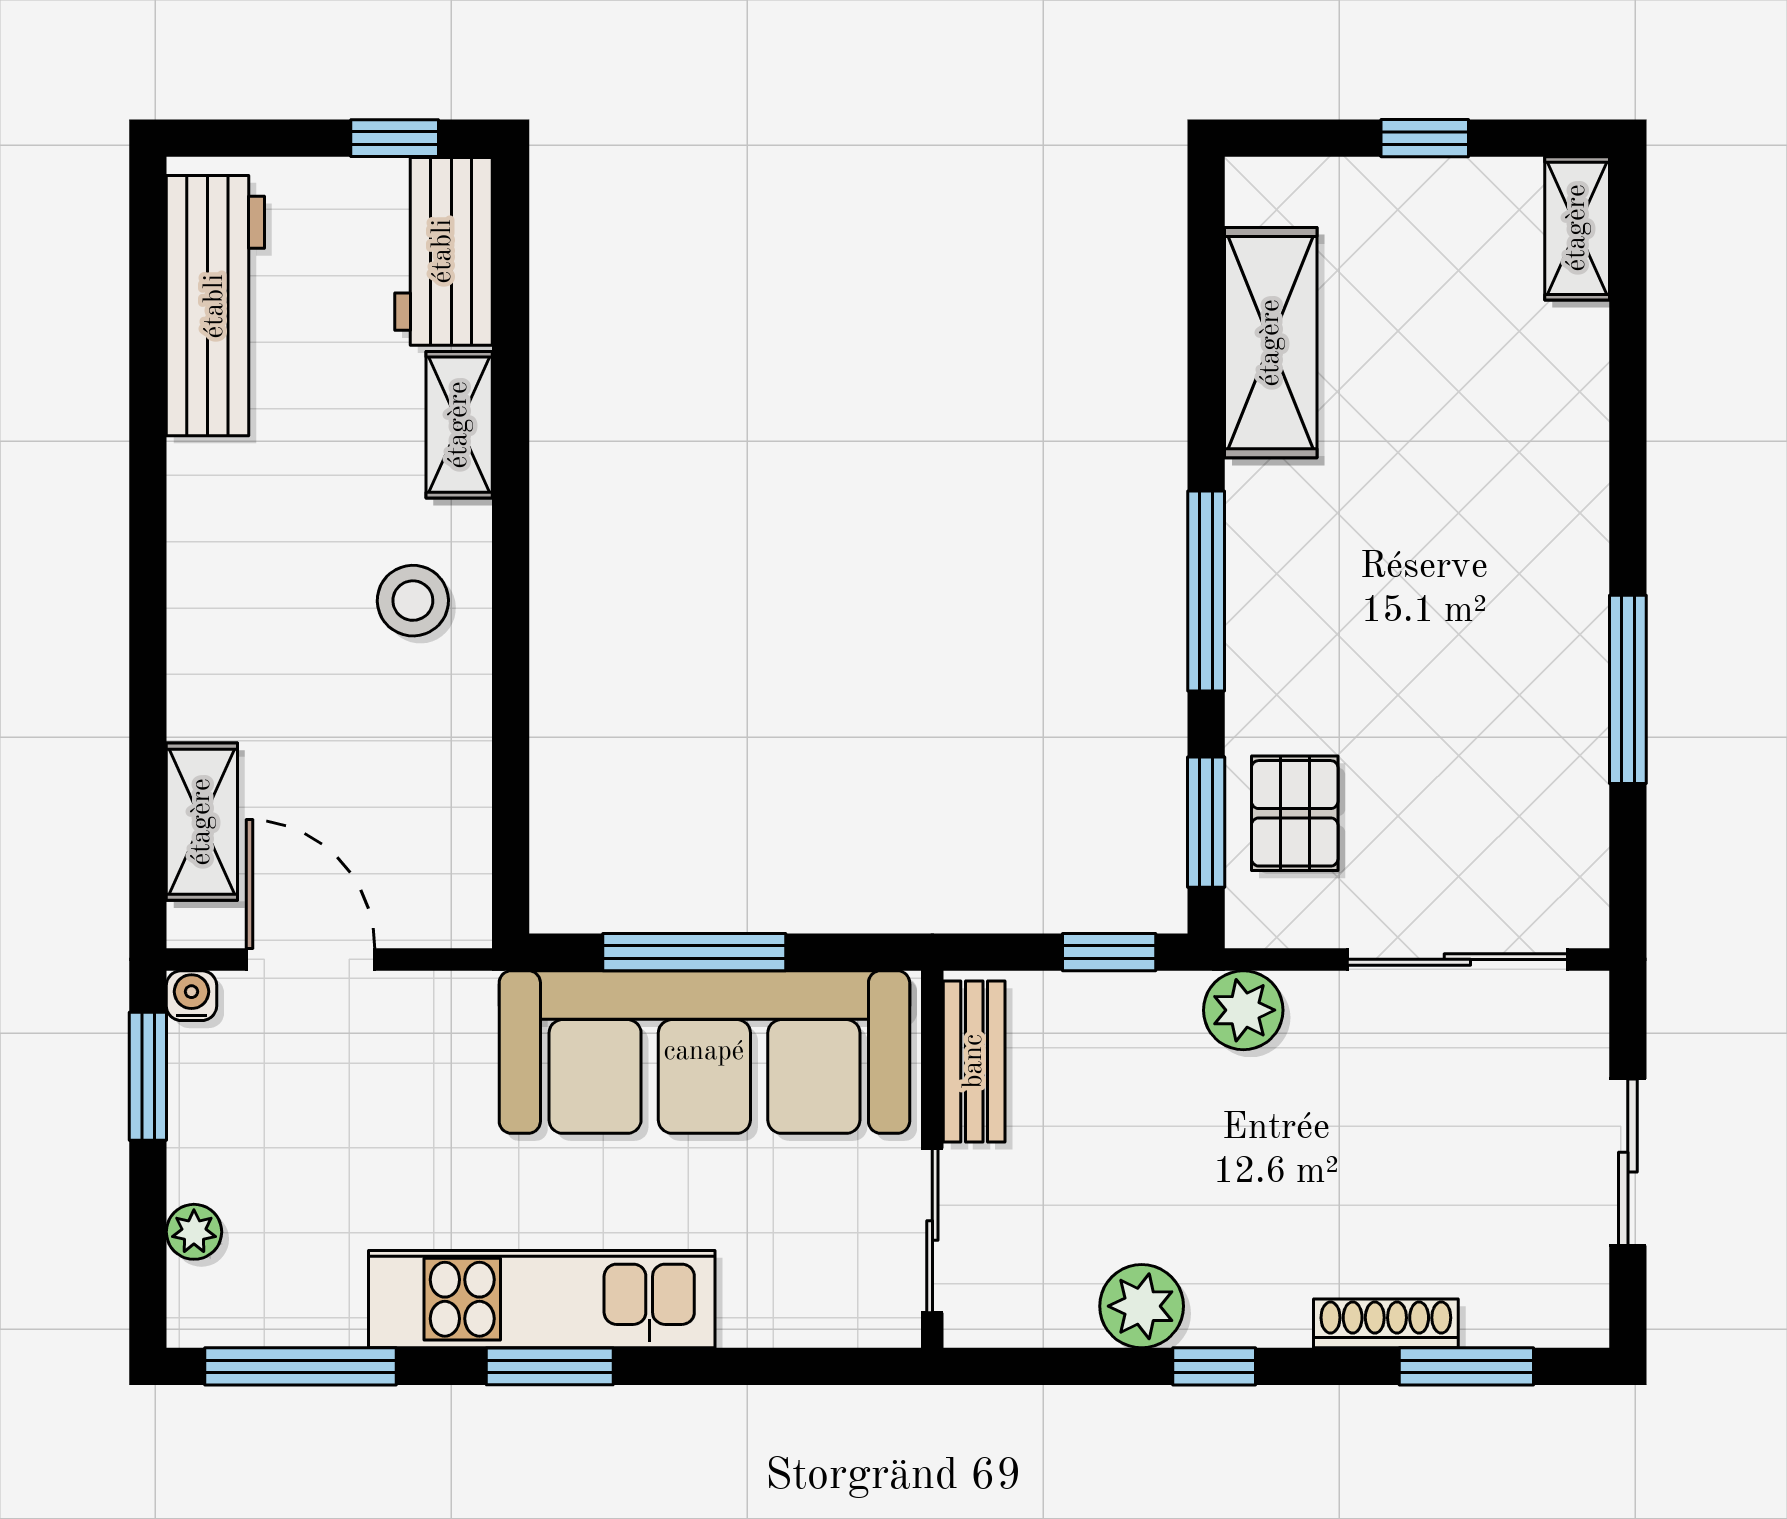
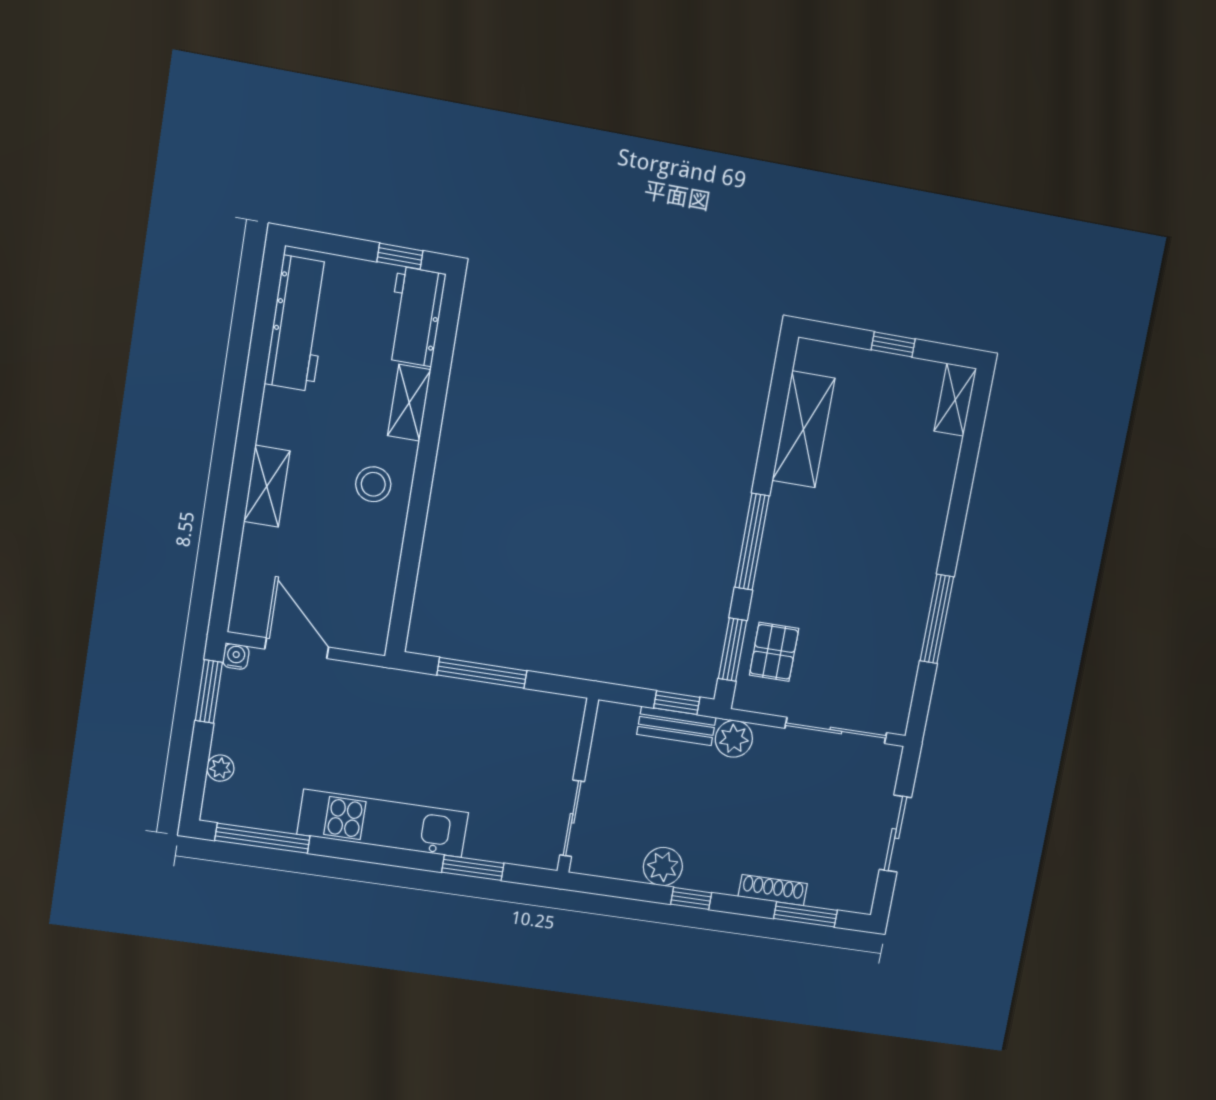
shelving: (202, 822) -> (267, 486), moved
sofa: (704, 1052) -> (479, 720), removed
bench: (974, 1061) -> (676, 726), moved, turned 90
window: (550, 1366) -> (473, 868), moved

